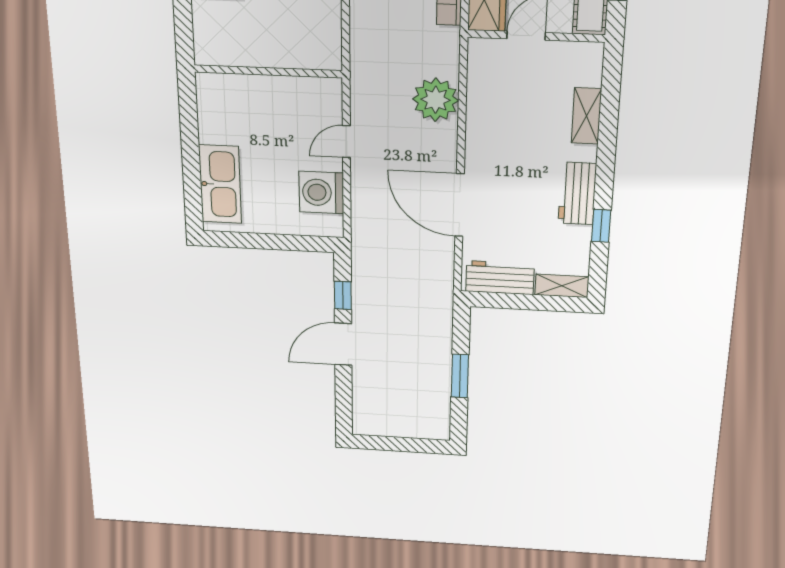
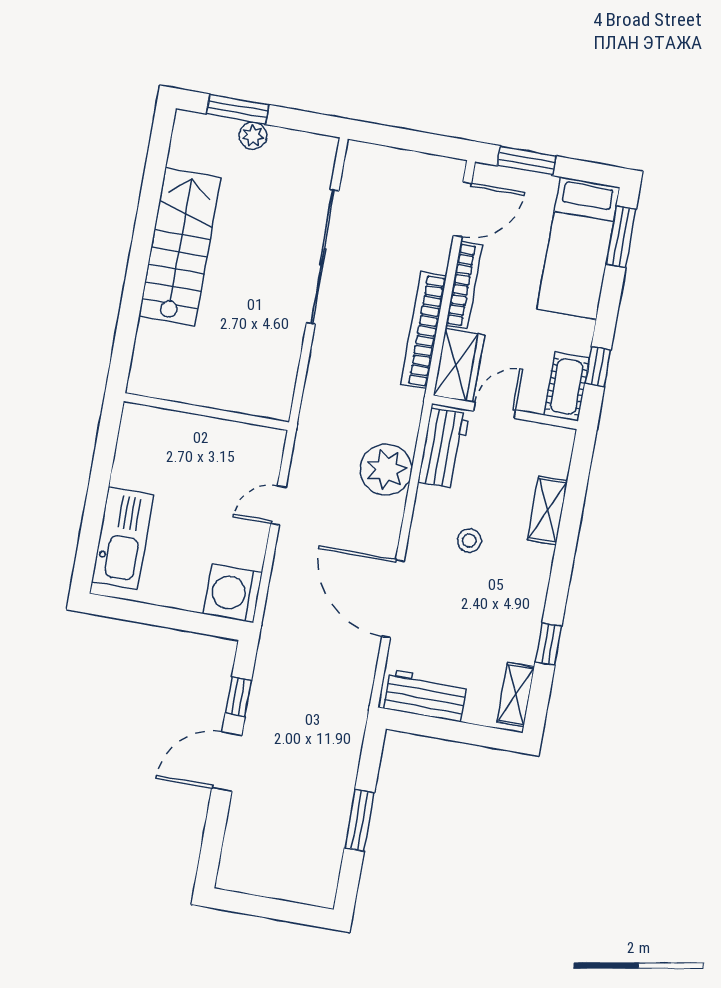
stool: (519, 150) -> (469, 541), added
washing machine: (321, 192) -> (233, 593), moved
workbench: (577, 193) -> (444, 448), moved, turned 180
shelving: (562, 286) -> (516, 695), moved, turned 90

